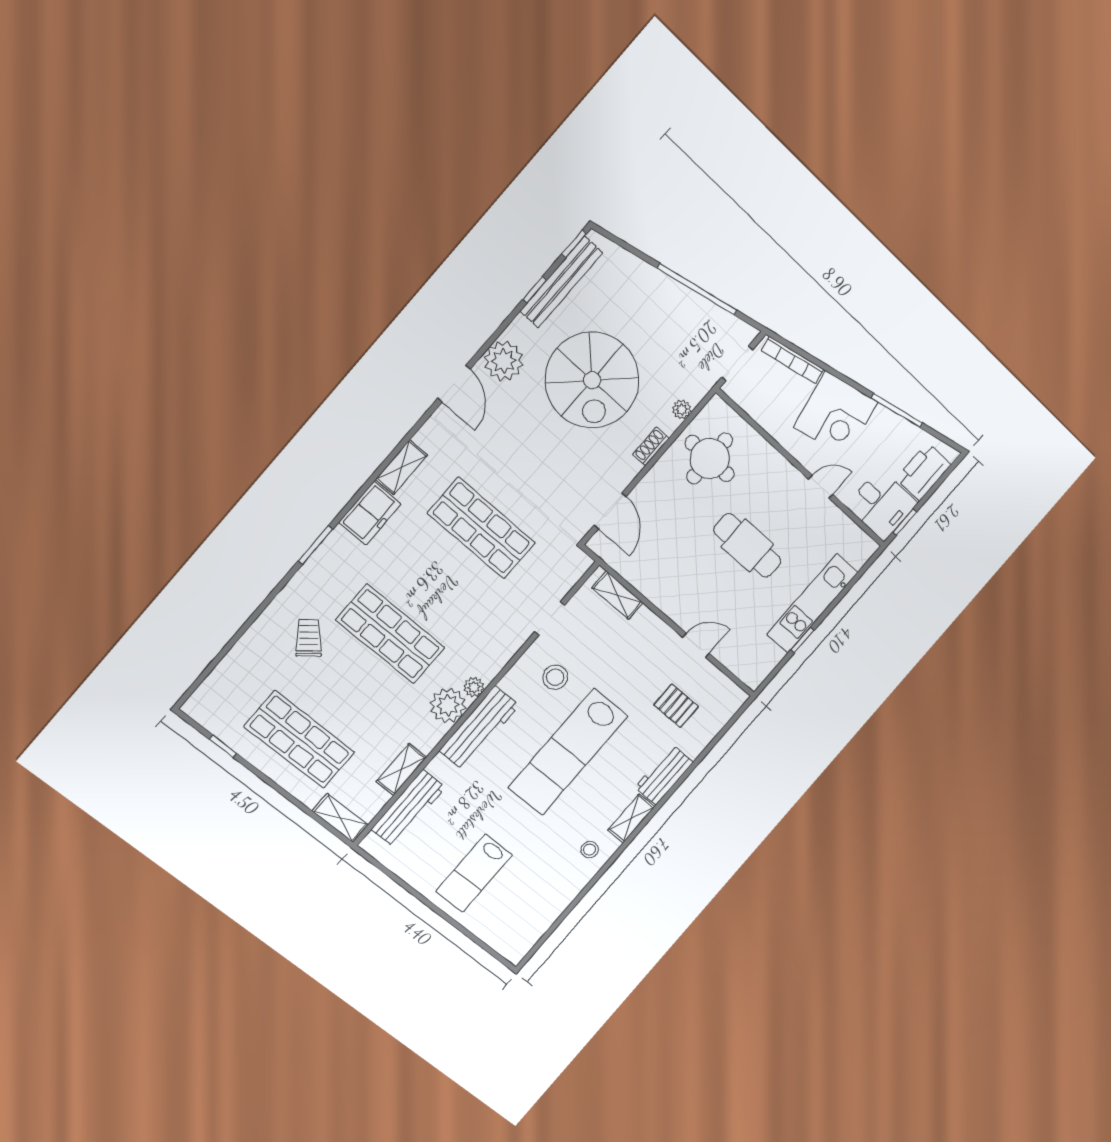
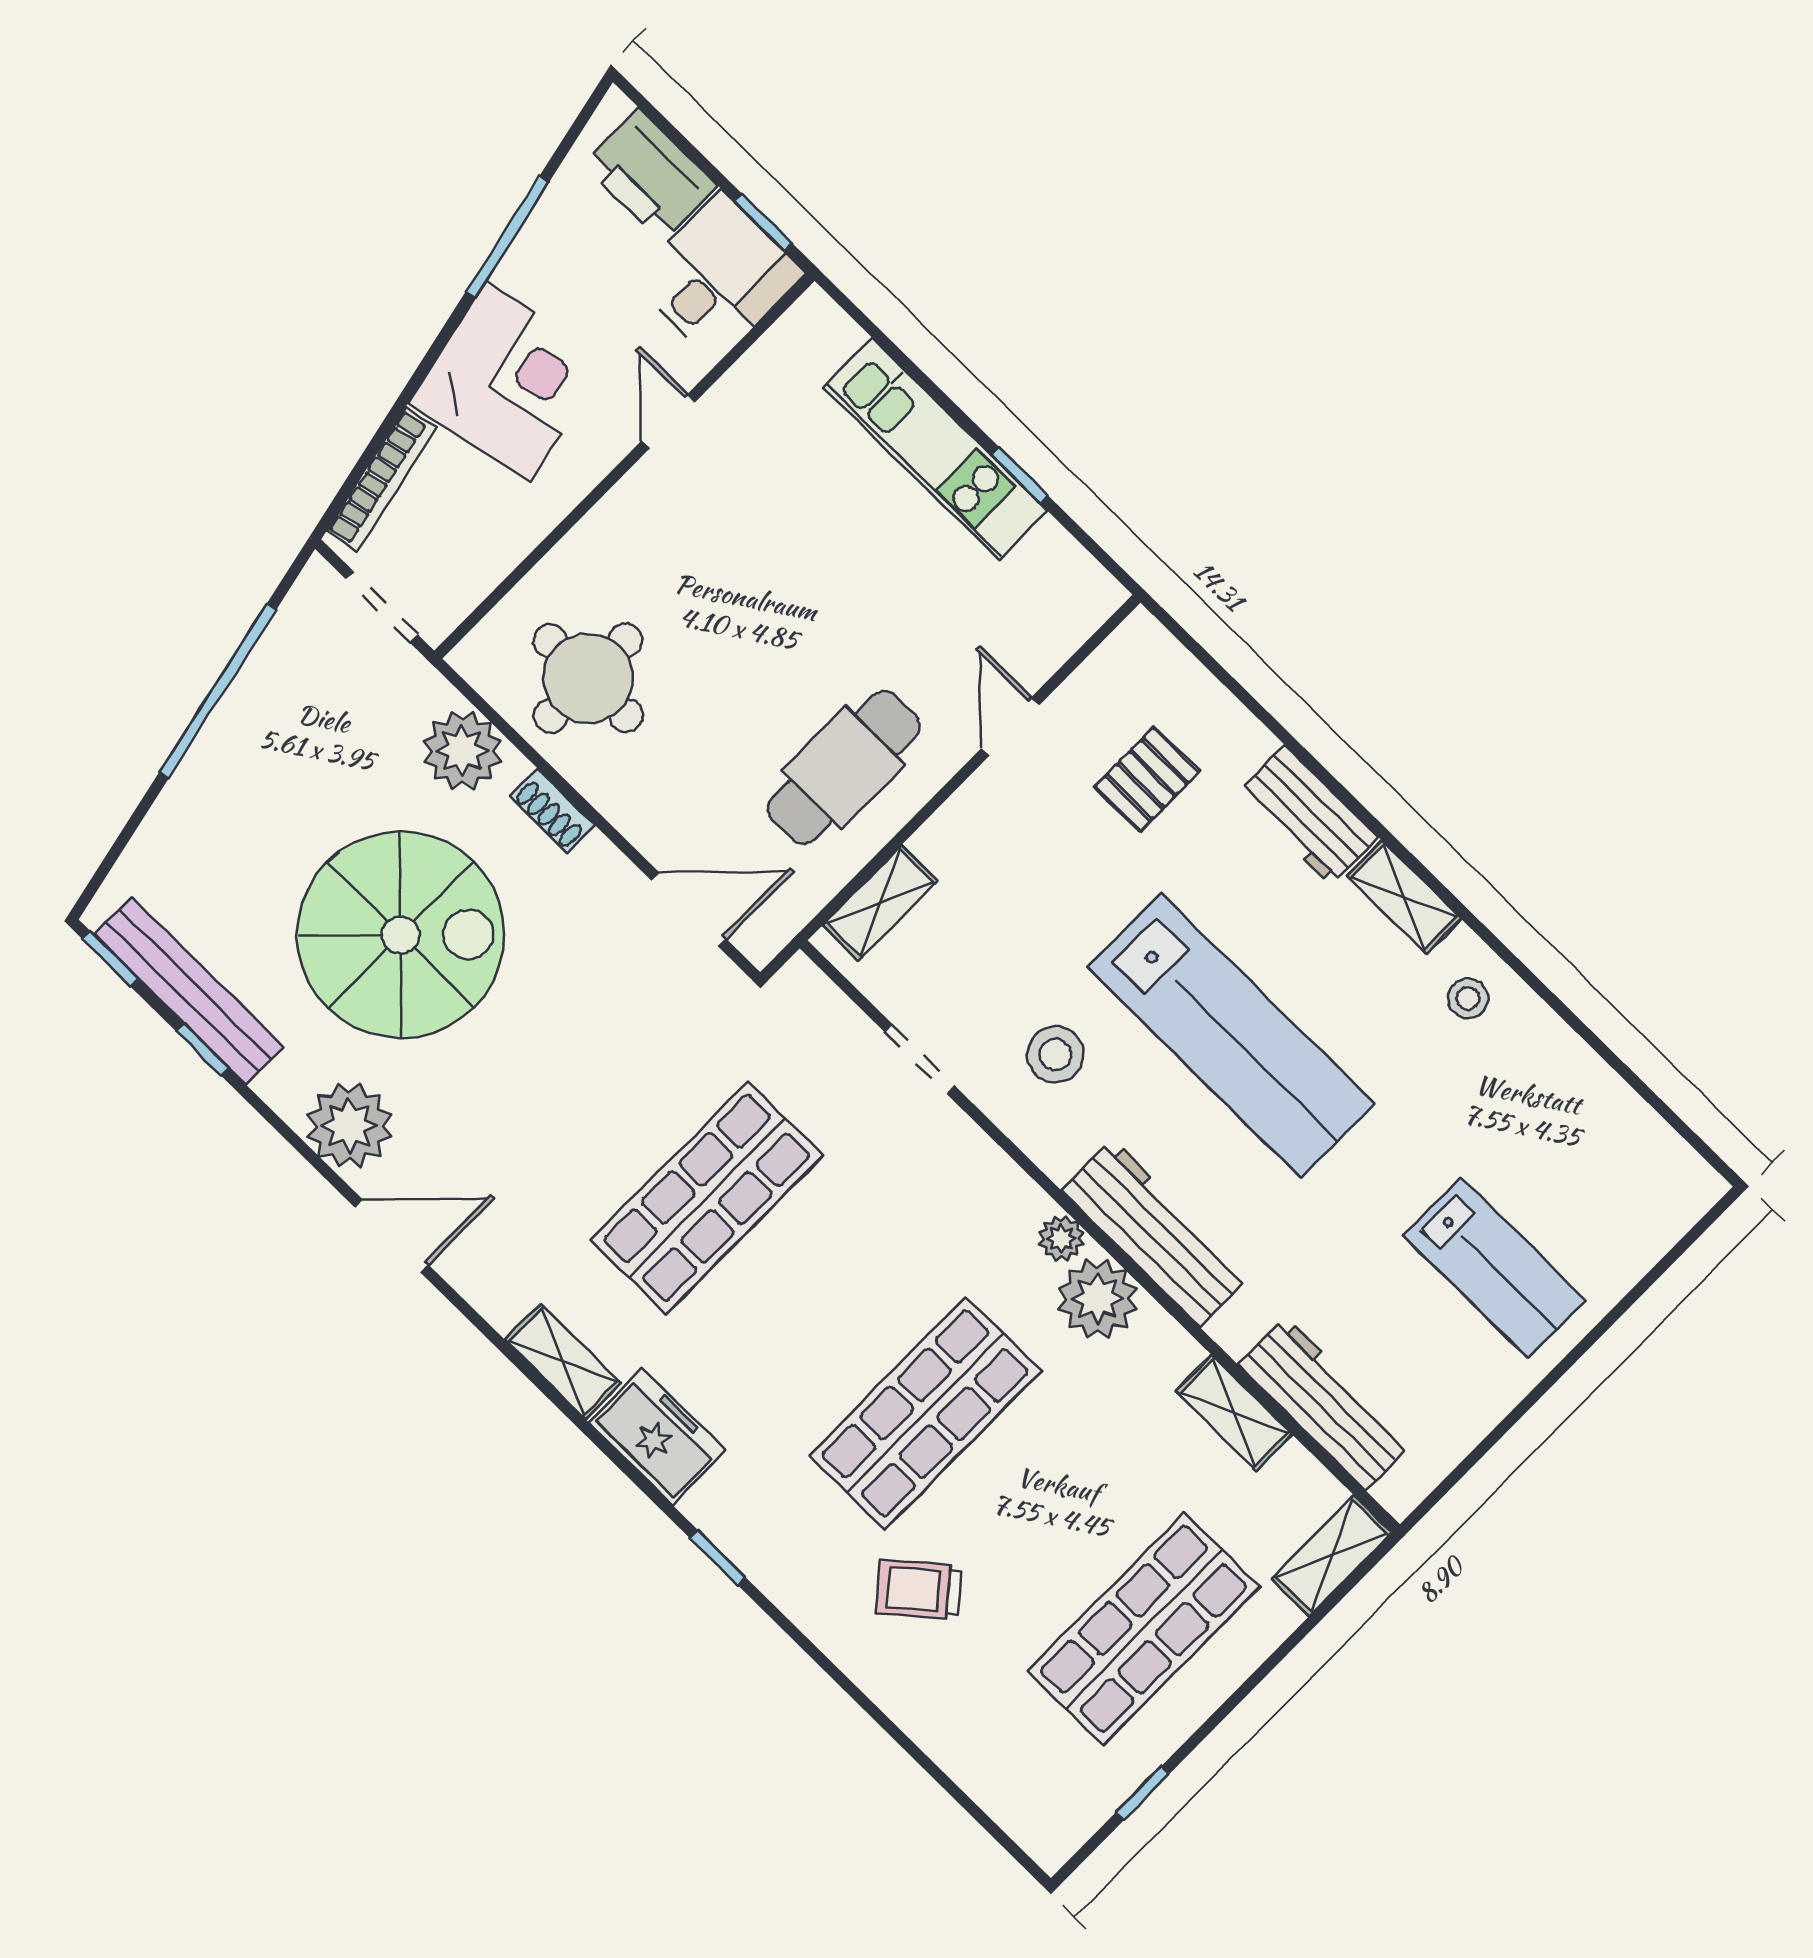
plant: (682, 409) -> (462, 751), width x1.88, depth x1.88
window: (316, 545) -> (718, 1557), width x0.67
cafe table: (747, 545) -> (844, 768), moved

